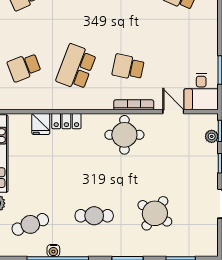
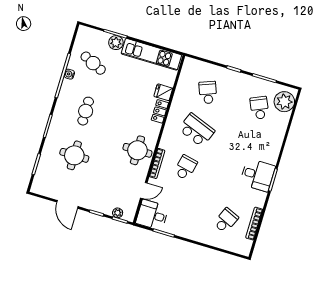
round table: (155, 213) -> (74, 155), turned -34
cafe table: (30, 224) -> (93, 63), turned -44

